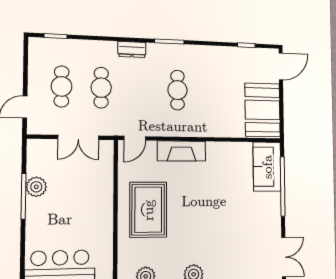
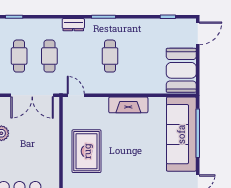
double door: (78, 137) -> (32, 95), width x1.37
door: (135, 138) -> (76, 95), swing flipped
fireplace: (182, 151) -> (128, 105), moved
sofa: (267, 167) -> (181, 134), width x1.85, depth x1.27

